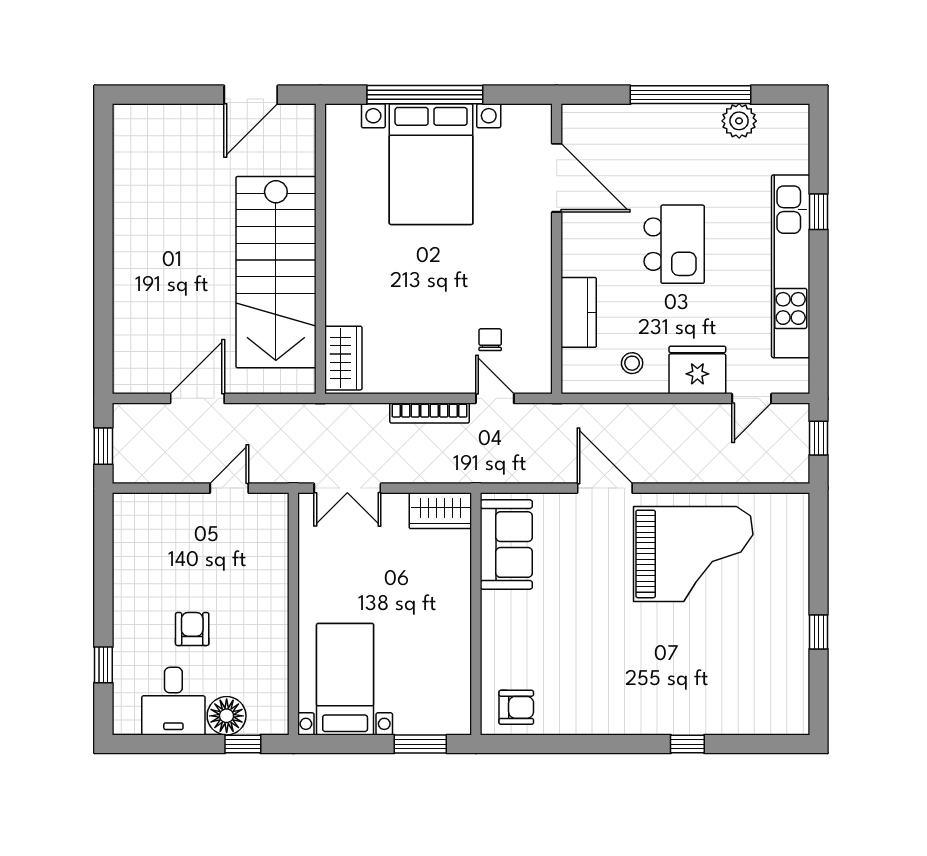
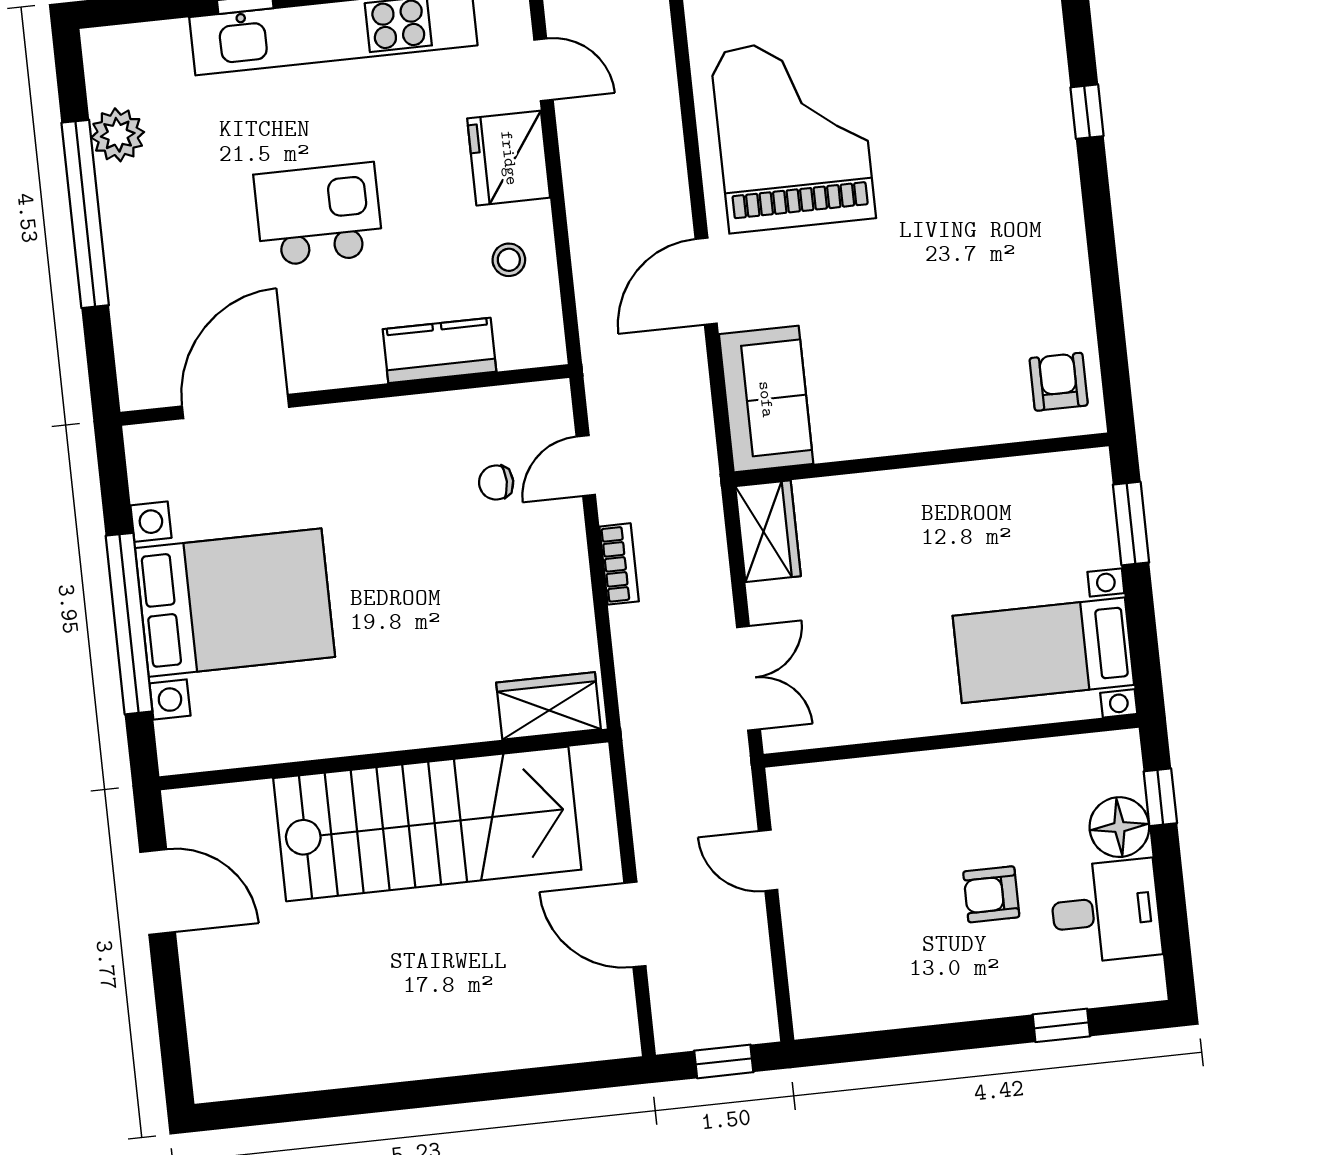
bookcase: (430, 413) -> (619, 564), width x0.64
sofa: (506, 545) -> (766, 399), moved, turned 90

